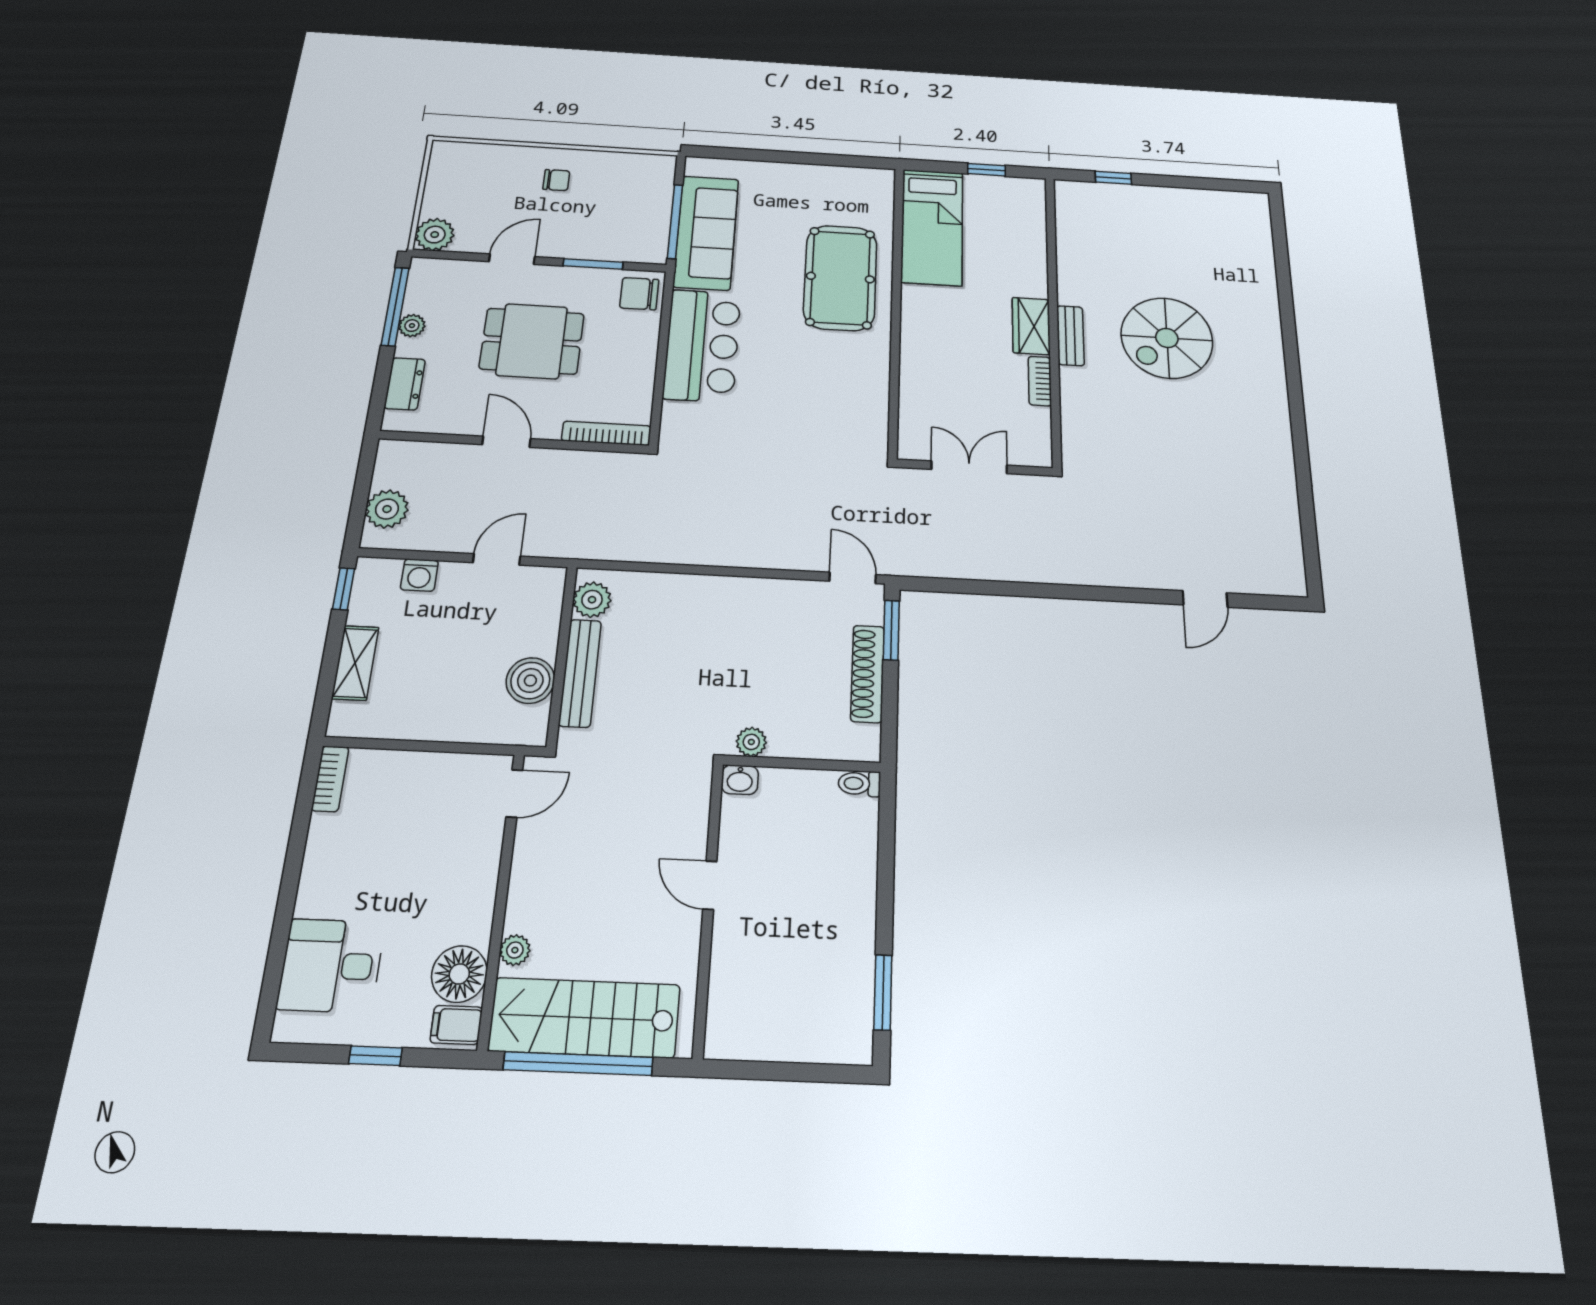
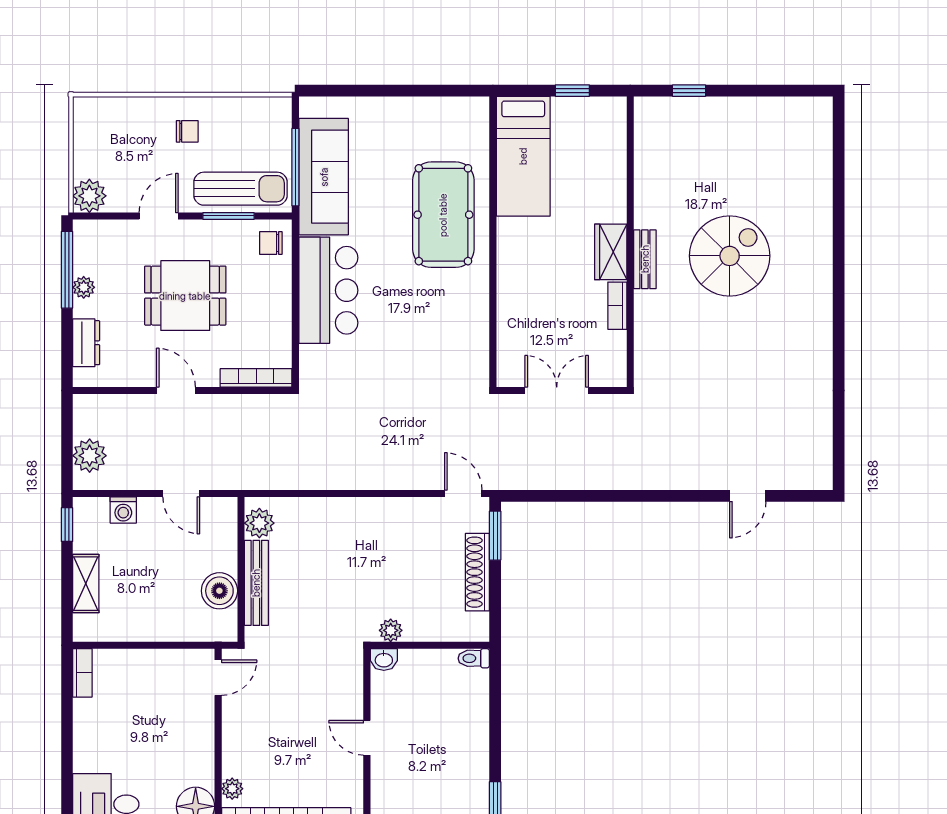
sun lounger: (610, 238) -> (241, 189), added
chair: (639, 294) -> (271, 243), width x0.73, depth x0.73
spiral stairs: (1167, 338) -> (730, 256), turned 180
door: (497, 559) -> (181, 494), swing flipped

